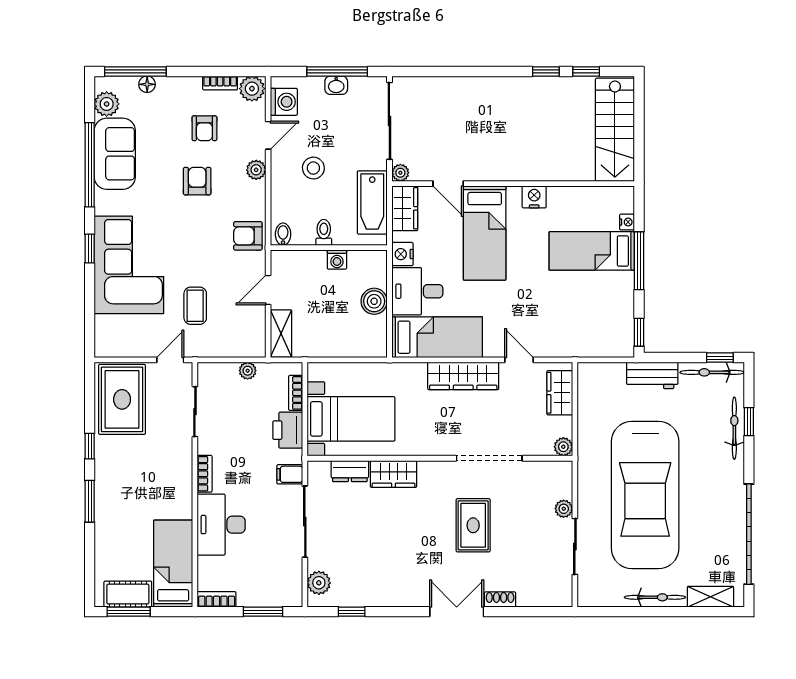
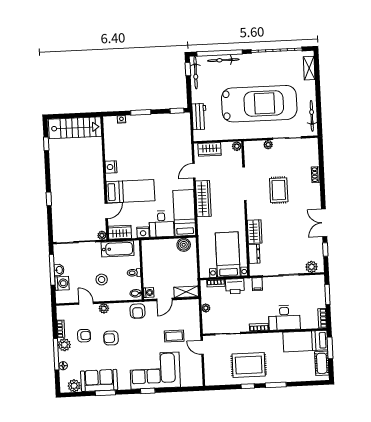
window: (135, 71) -> (56, 354), moved
window: (546, 71) -> (49, 199), moved
plant: (252, 89) -> (64, 345), moved
washing machine: (284, 102) -> (62, 283), moved, turned 90
window: (90, 165) -> (105, 393), width x0.47
bed: (592, 251) -> (137, 137), removed
washing machine: (337, 260) -> (149, 293), moved
window: (639, 261) -> (141, 112), width x0.69
door: (268, 290) -> (164, 299), hinge flipped
boiler: (374, 301) -> (184, 245), moved
workbench: (652, 375) -> (199, 117), moved
rug: (122, 399) -> (249, 365), moved
window: (749, 422) -> (220, 53), width x3.17
rug: (473, 525) -> (279, 190), turned 90
bicycle: (655, 597) -> (312, 116), moved
window: (129, 612) -> (330, 348), moved
double door: (457, 612) -> (324, 223), moved

